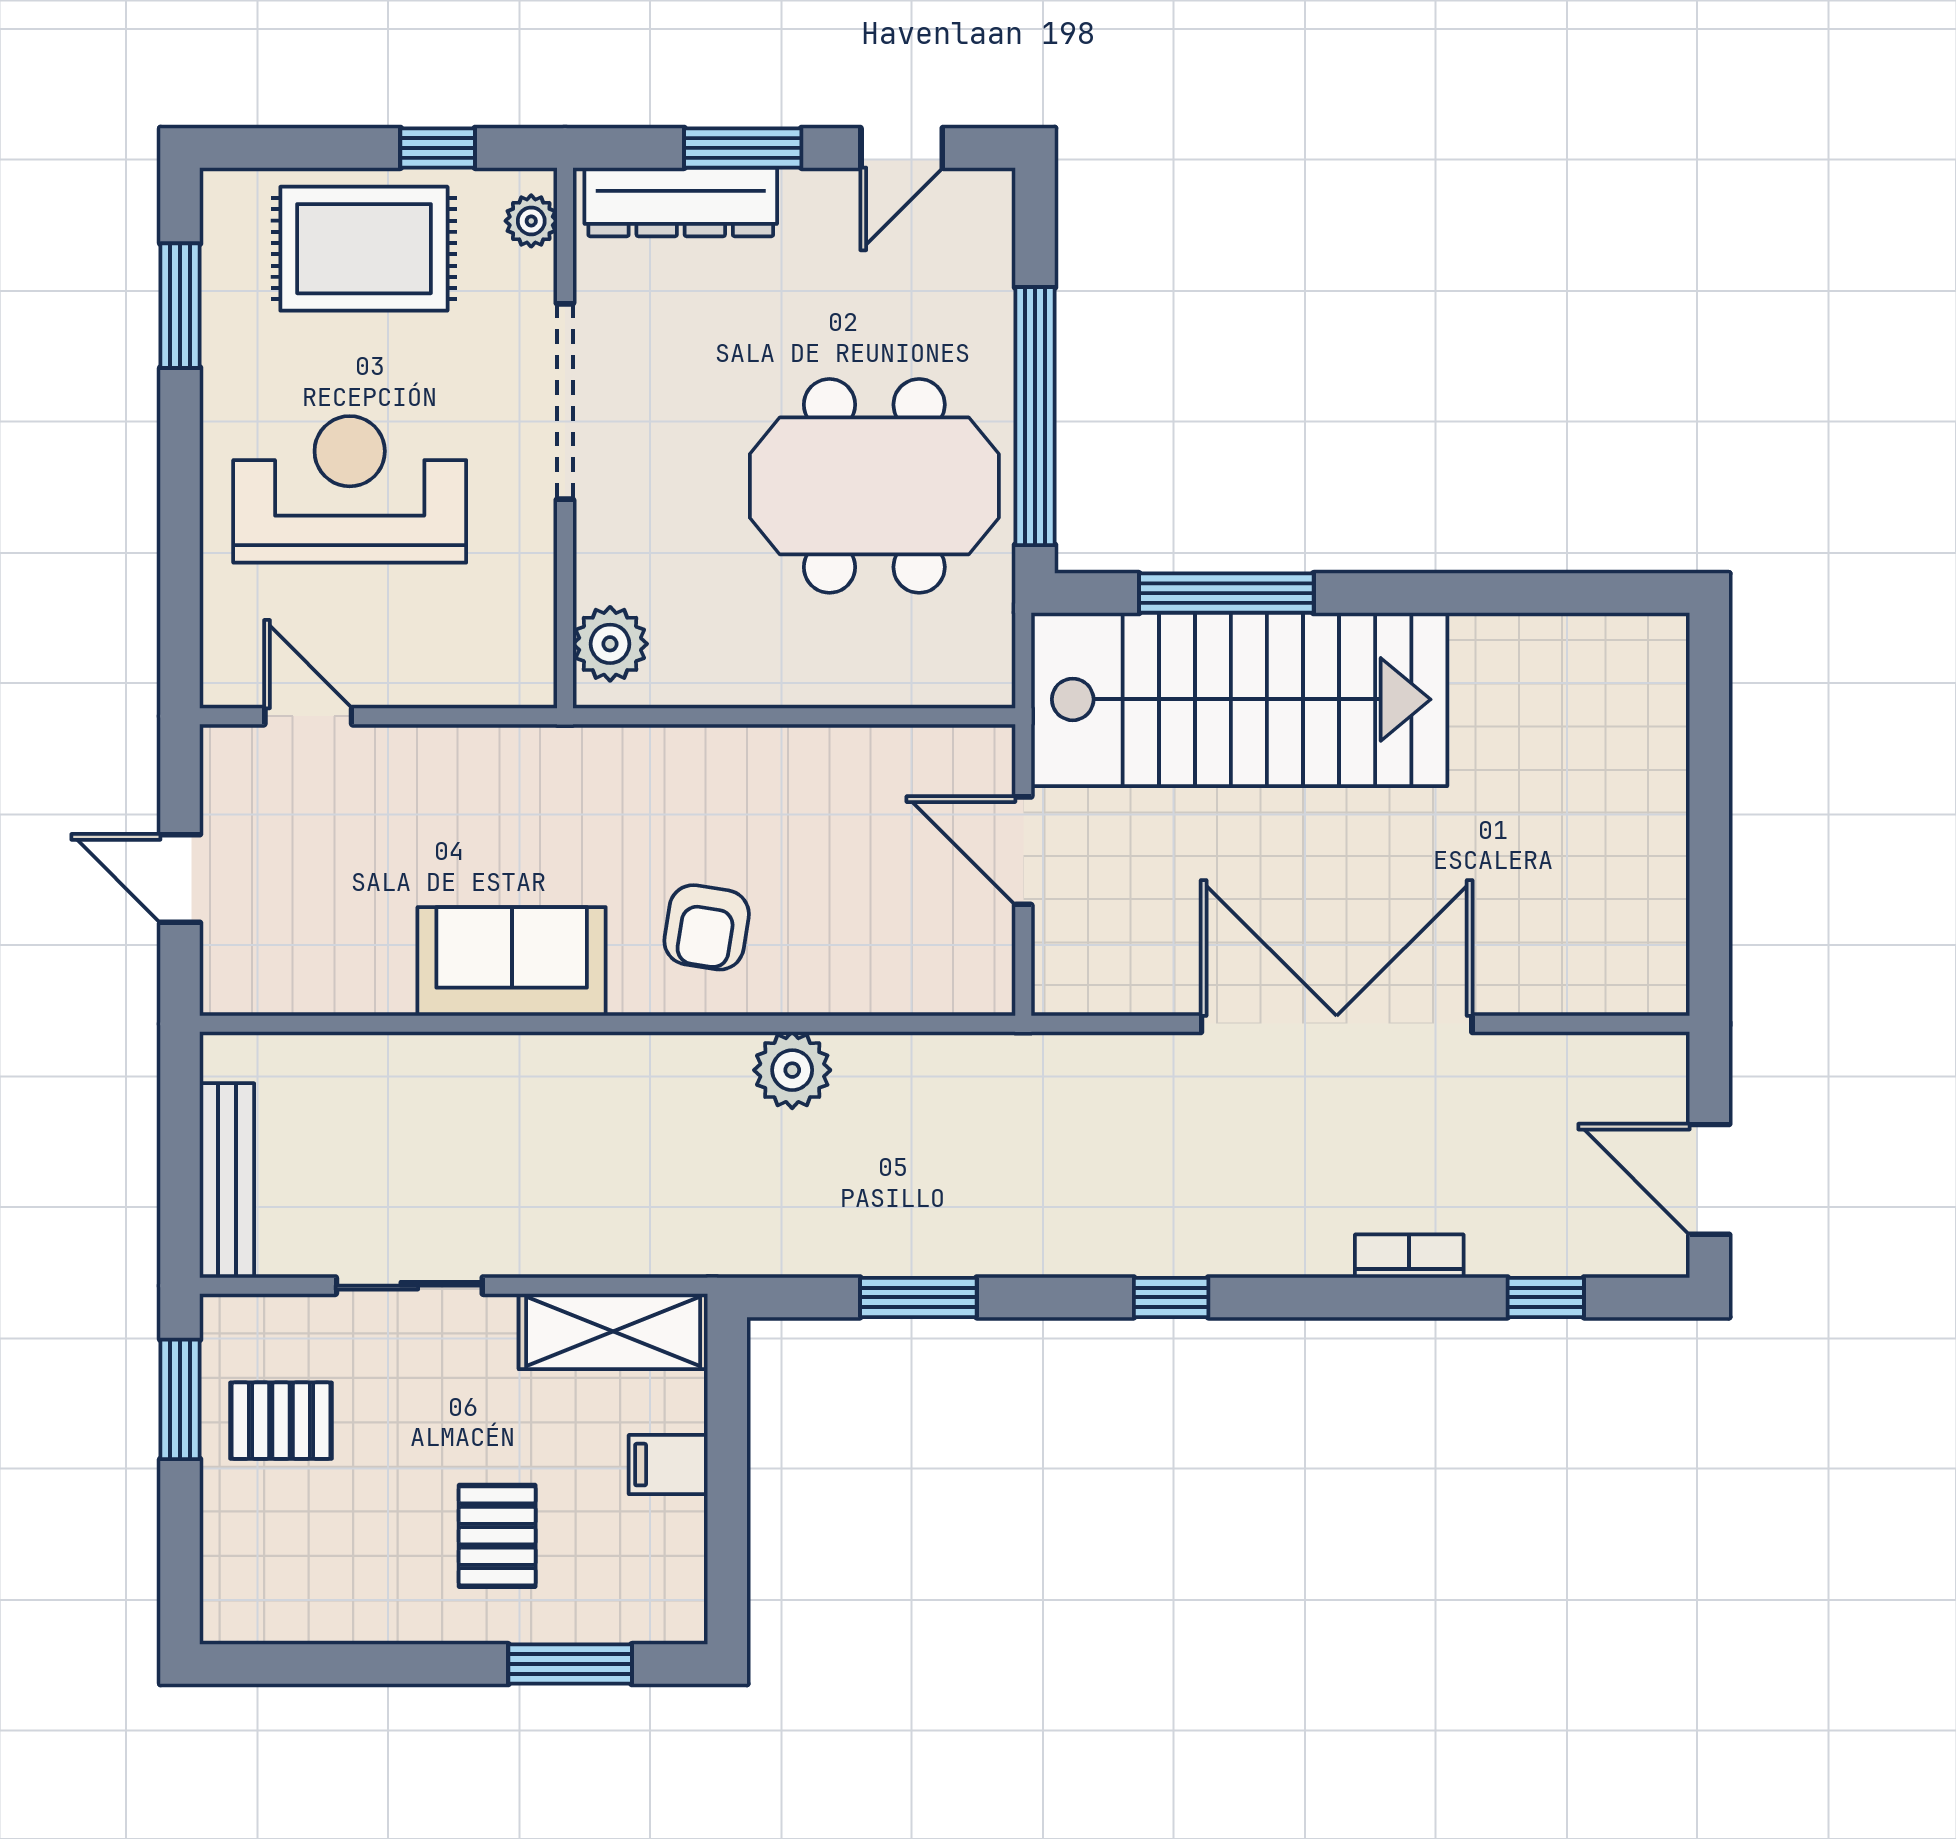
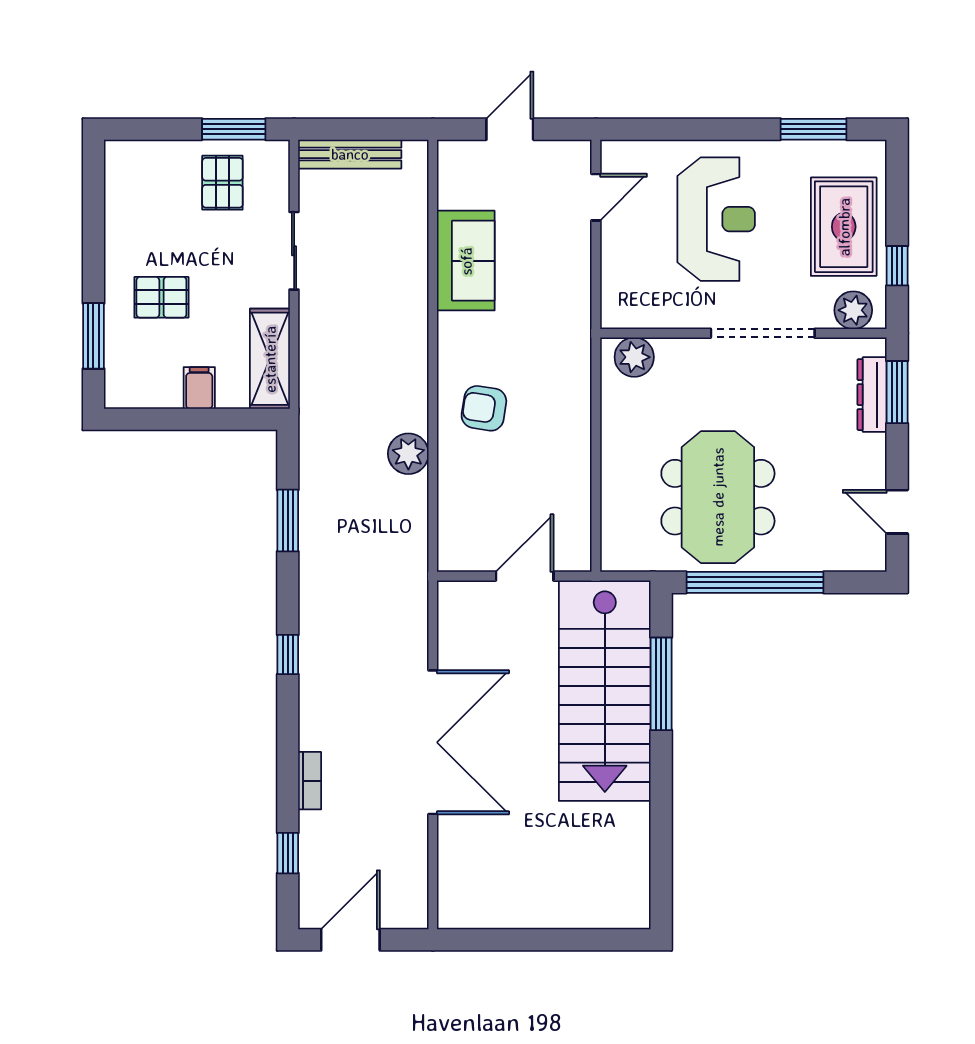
window: (743, 148) -> (897, 392), moved
dresser: (681, 202) -> (872, 395), width x0.73, depth x0.80
plant: (531, 221) -> (853, 310), width x1.38, depth x1.38
sofa: (512, 962) -> (466, 261), moved

